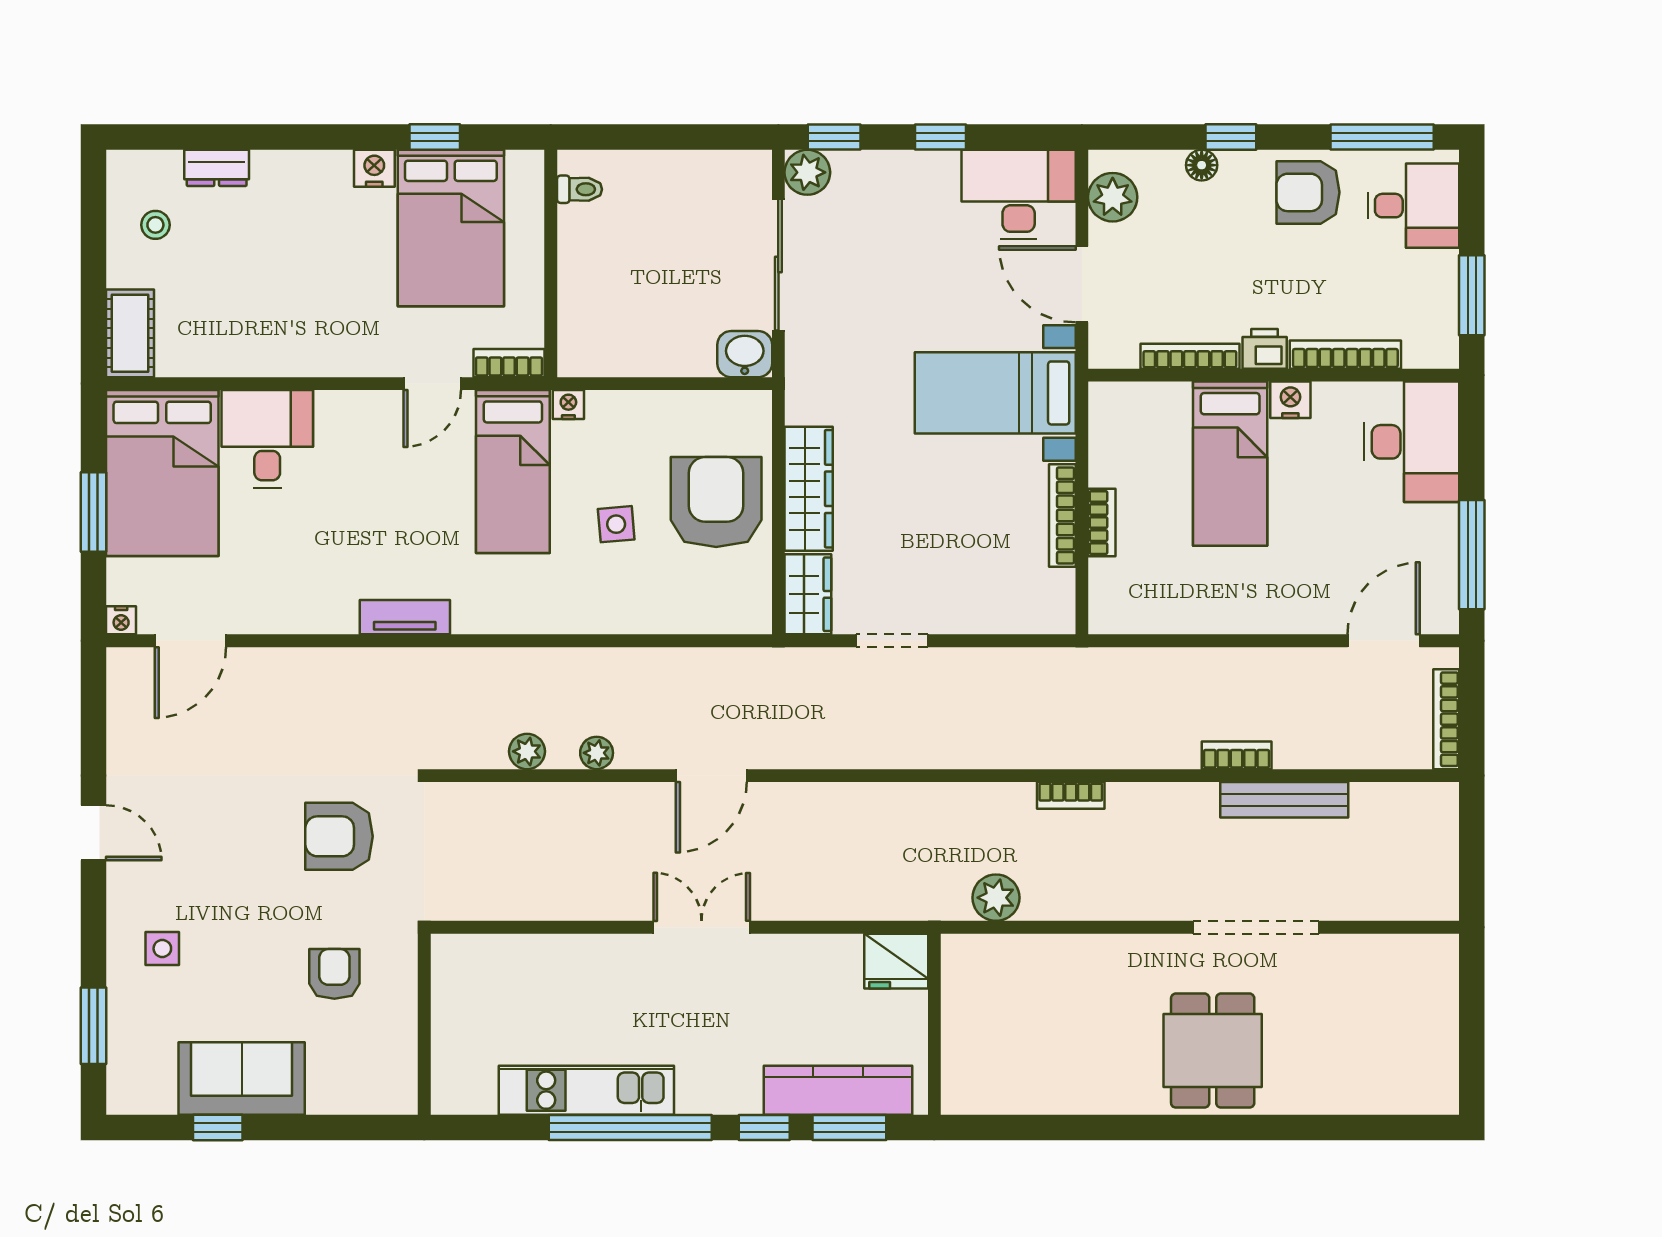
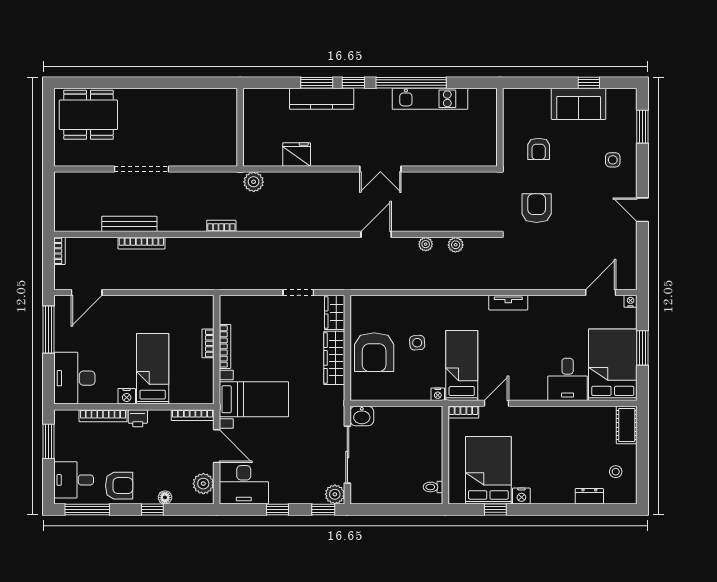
bookcase: (1190, 356) -> (193, 415), moved
bookcase: (1446, 719) -> (60, 251), width x0.64
bookcase: (1237, 755) -> (141, 243), width x1.56
armchair: (339, 836) -> (537, 208), turned -90
wall: (934, 1024) -> (240, 127), moved
dining table: (1213, 1051) -> (88, 115), moved, width x1.38

